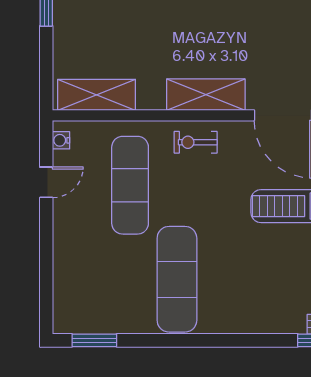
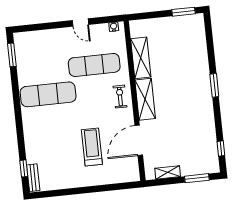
shelving: (97, 95) -> (141, 58), moved
door: (46, 182) -> (80, 23), moved

